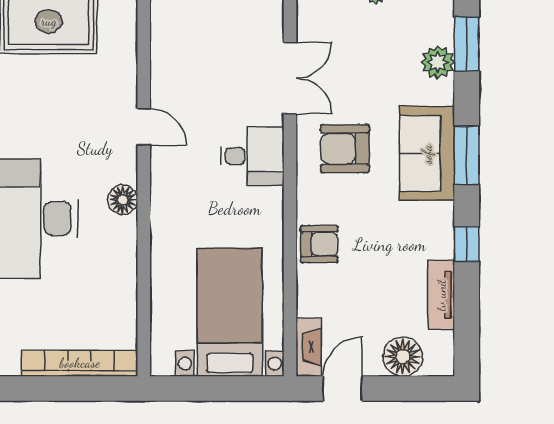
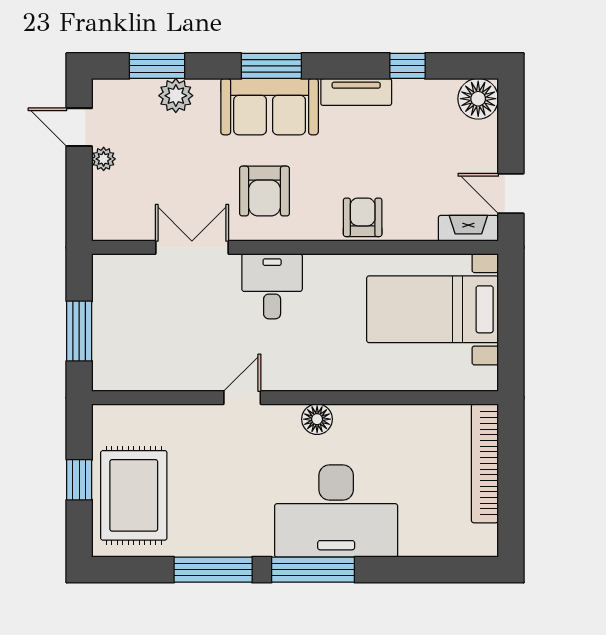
window: (467, 244) -> (408, 66), moved
tv unit: (441, 295) -> (356, 92), moved
floor lamp: (403, 357) -> (478, 99), moved

